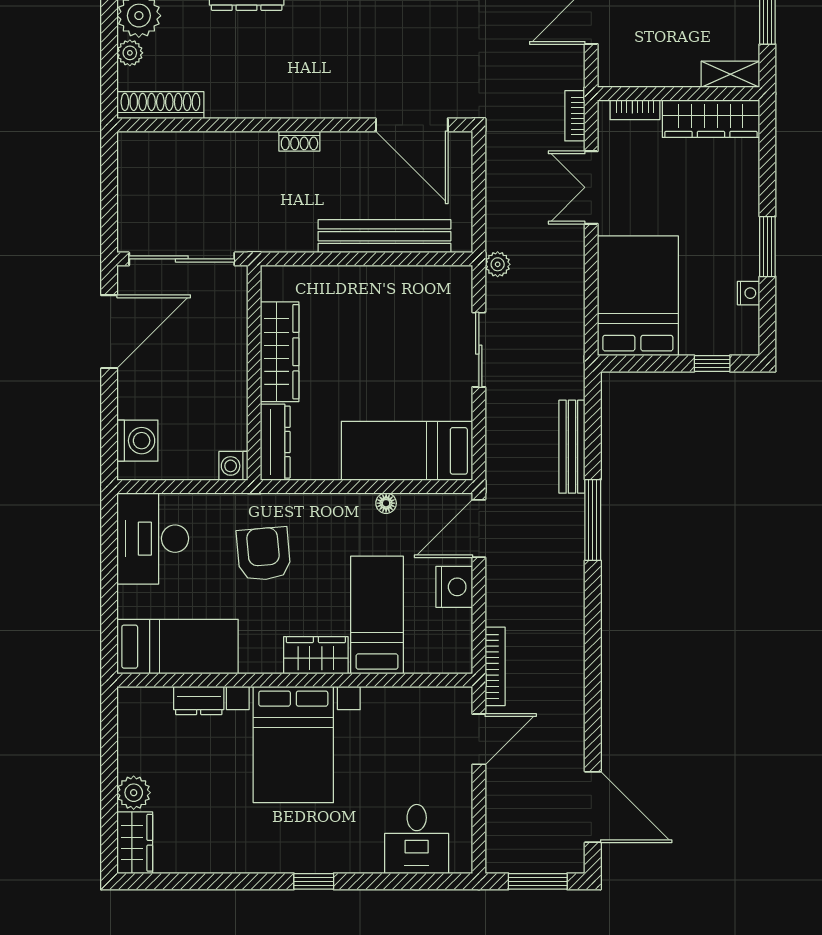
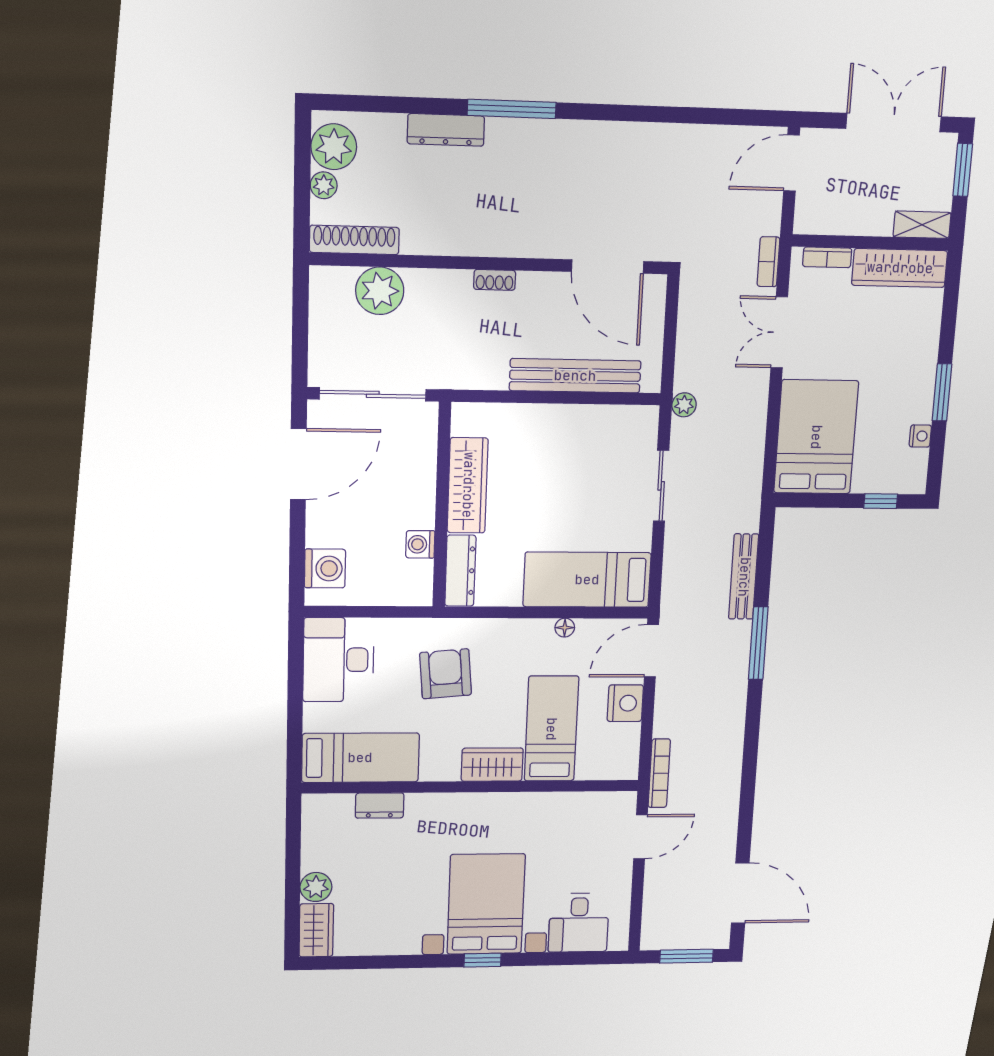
plant: (186, 155) -> (380, 291), added
washing machine: (233, 466) -> (420, 544), moved
bed with nightstands: (293, 745) -> (486, 904), moved, turned 180

